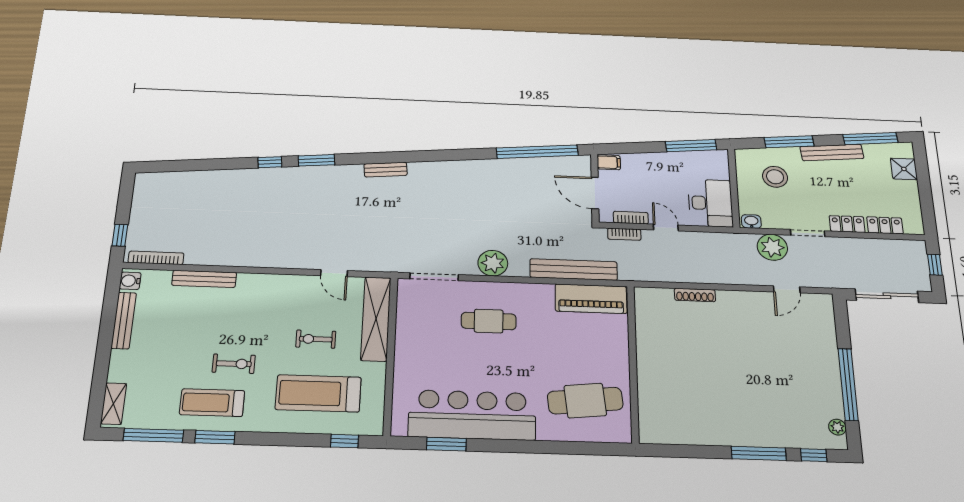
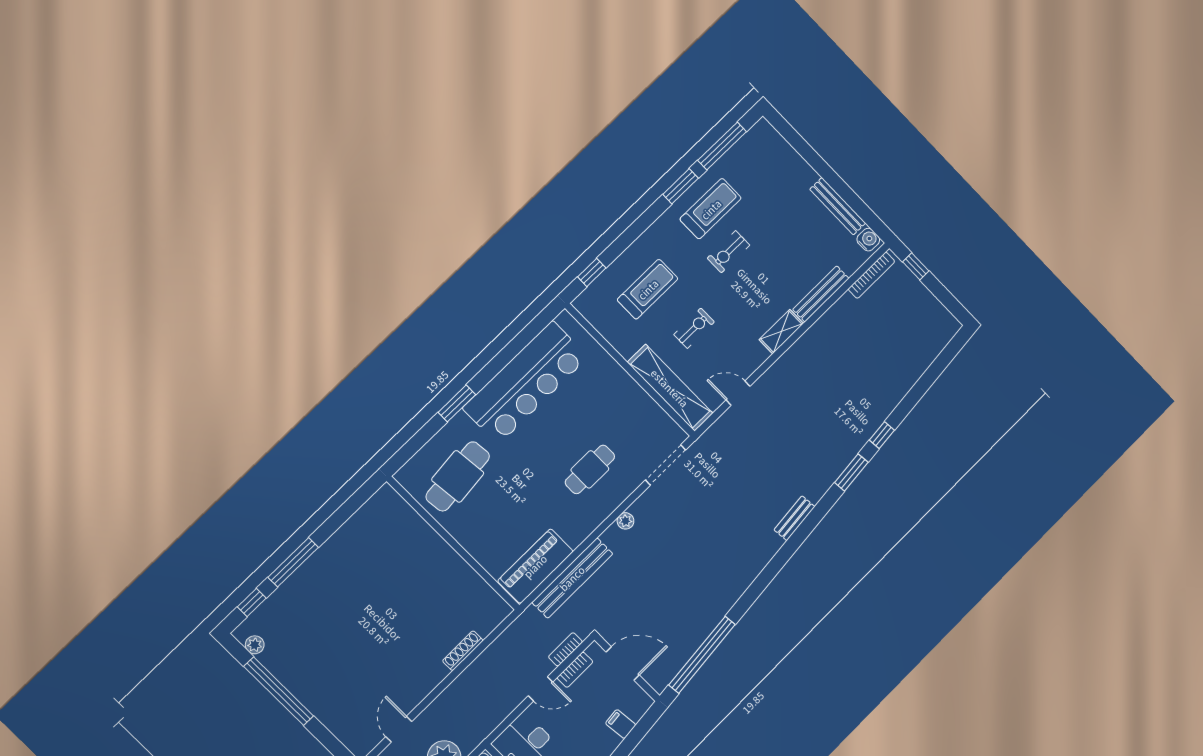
filing cabinet: (609, 162) -> (621, 724), moved, turned 85
plant: (493, 263) -> (625, 521), width x0.53, depth x0.53
treadmill: (318, 393) -> (648, 289), width x0.73, depth x0.73
shelving: (114, 404) -> (781, 332), moved, turned 90
window: (446, 444) -> (457, 403), moved

